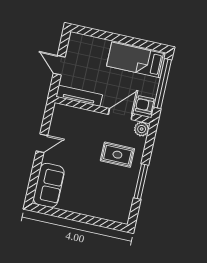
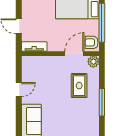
tv unit: (79, 96) -> (34, 47), width x0.71
rug: (117, 155) -> (79, 86), turned 90

